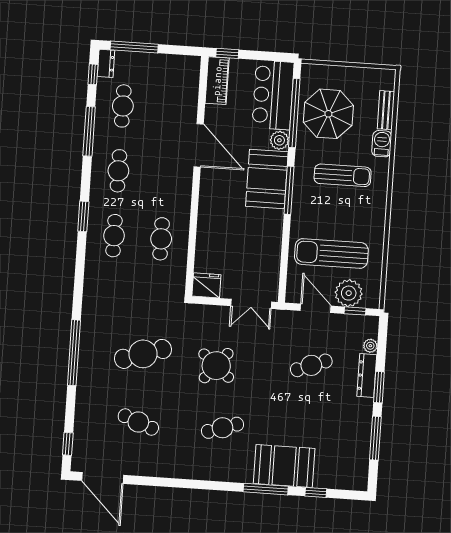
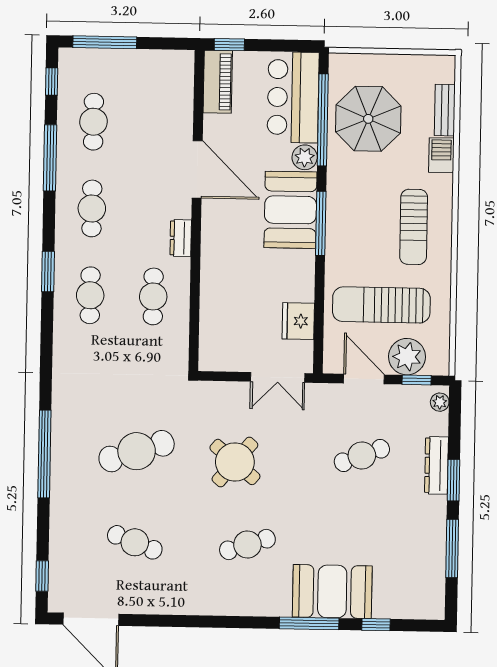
dresser: (106, 63) -> (181, 238), moved, turned 180
sun lounger: (343, 175) -> (414, 227), moved, turned 90
fridge: (206, 285) -> (298, 321), moved, turned -90
plant: (370, 346) -> (440, 402), moved

